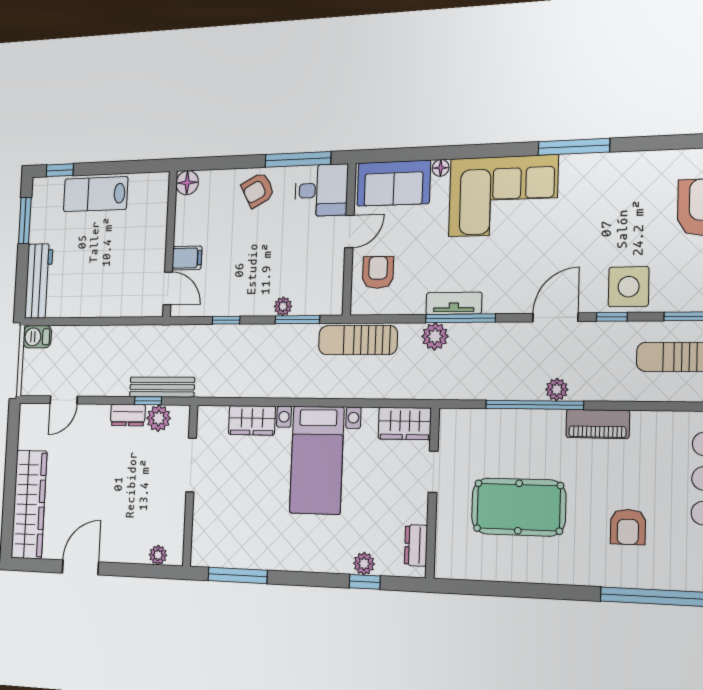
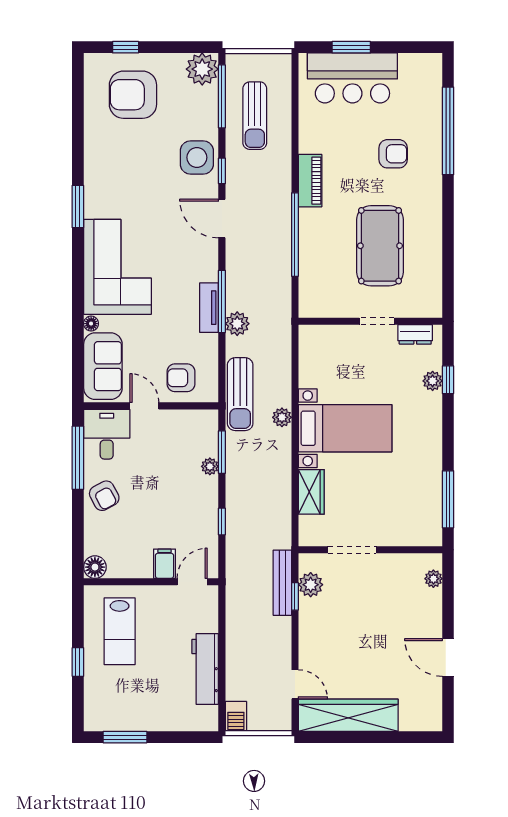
window: (574, 147) -> (78, 206), width x0.69
window: (60, 170) -> (78, 662), moved
lab bench: (96, 194) -> (120, 631), moved
workbench: (39, 281) -> (205, 669), moved, turned -90
plant: (557, 389) -> (282, 417), moved
dresser: (128, 415) -> (308, 616), removed
wardrobe: (405, 423) -> (312, 348), removed
doorway: (433, 472) -> (377, 321), moved
wardrobe: (29, 504) -> (348, 715), moved

